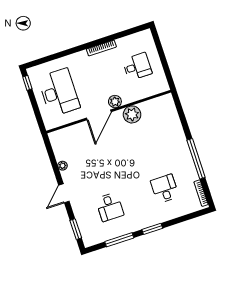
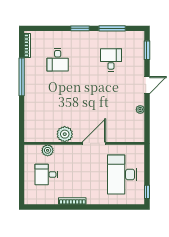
plant: (115, 102) -> (48, 150), moved

